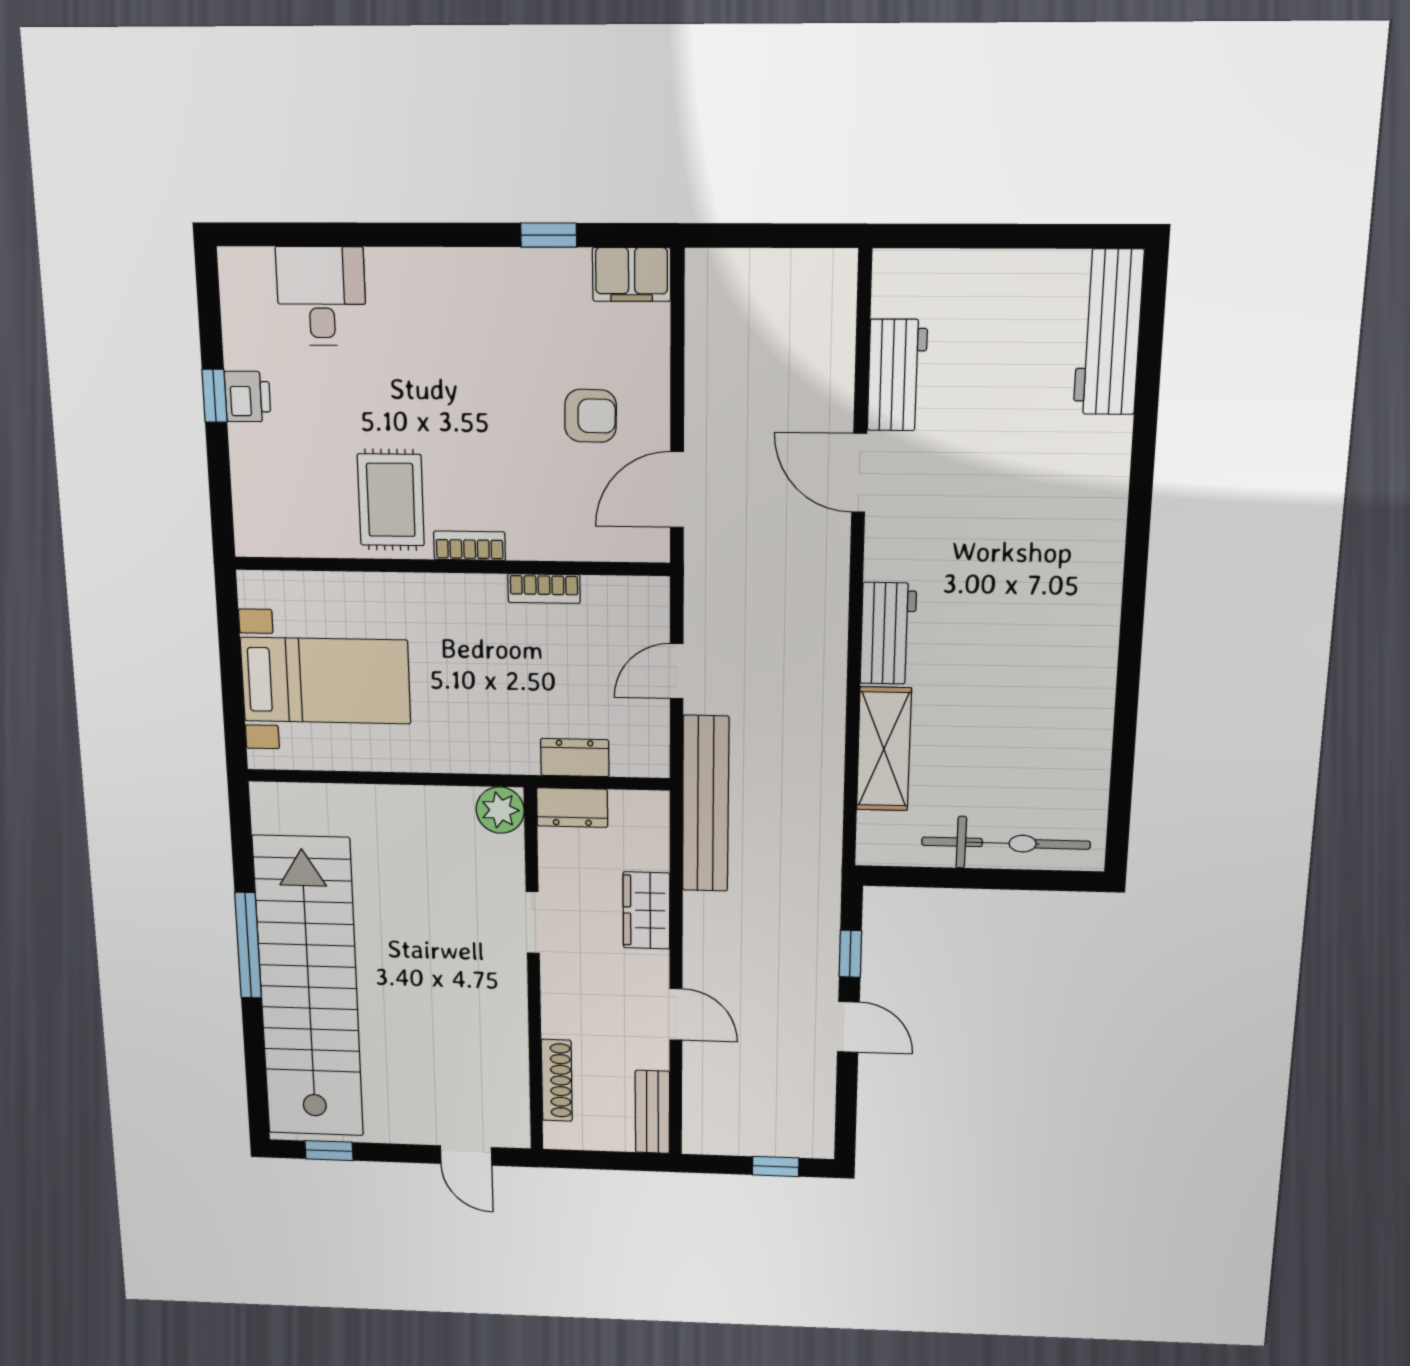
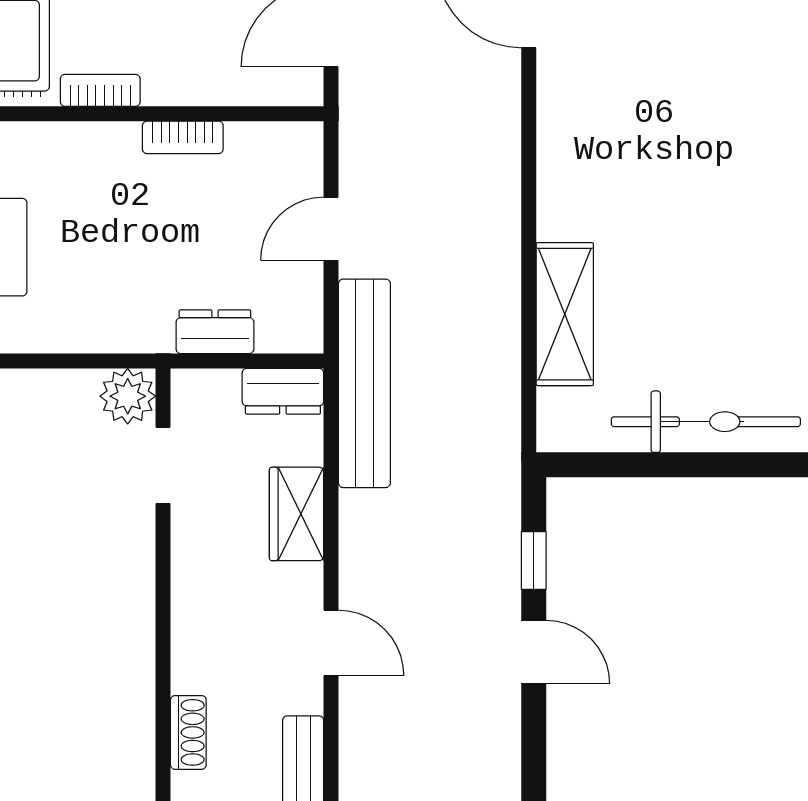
workbench: (888, 633) -> (566, 182), removed
dresser: (572, 808) -> (283, 391), moved
doorway: (533, 922) -> (163, 465), moved
shoe rack: (557, 1080) -> (188, 732), width x0.70

